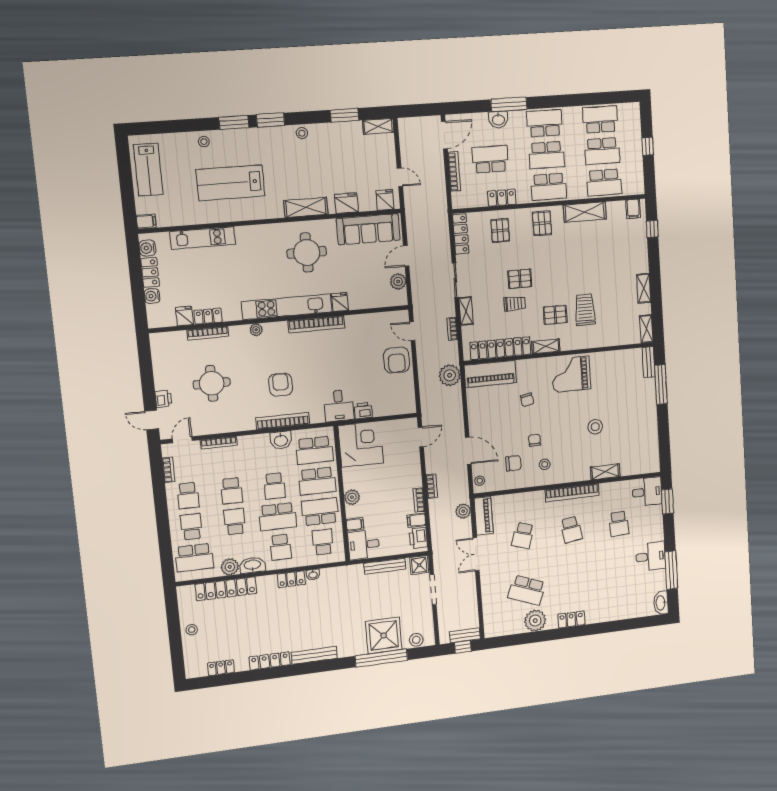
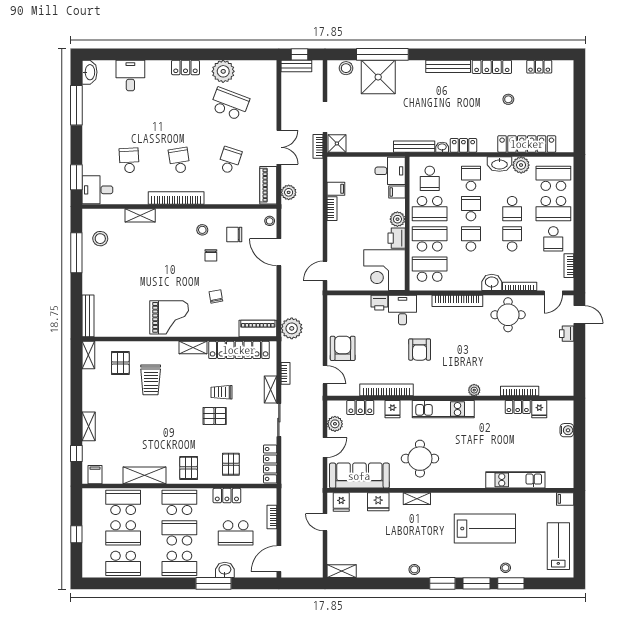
window: (344, 115) -> (511, 583), moved
school desk: (602, 151) -> (123, 533), turned 180
bookcase: (454, 172) -> (272, 517), width x0.64
shelving: (306, 207) -> (417, 499), width x0.67, depth x0.75
water cooler: (148, 248) -> (566, 475), removed
locker: (150, 272) -> (360, 407), moved, turned -90
shelving: (644, 288) -> (89, 426), moved
kitchen unit: (287, 307) -> (443, 409), width x0.73
pallet: (555, 315) -> (120, 363), moved, turned 90
bookcase: (316, 324) -> (386, 390), moved
bench: (649, 362) -> (88, 316), width x1.36
piano: (490, 374) -> (258, 328), width x0.73, depth x0.75
round table: (212, 383) -> (508, 315), moved
window: (661, 384) -> (76, 253), moved
armchair: (281, 385) -> (420, 350), moved
stool: (595, 427) -> (100, 239), moved
washbasin: (281, 440) -> (492, 282), moved
bookcase: (432, 486) -> (318, 146), moved
school desk: (188, 496) -> (553, 239), turned 180
school desk: (278, 517) -> (471, 209), width x0.54
school desk: (191, 527) -> (553, 209), width x1.85
printer: (418, 538) -> (397, 238), moved, turned 180
desk: (651, 556) -> (130, 76), moved, turned 90
bench: (385, 566) -> (414, 147), moved
stool: (192, 630) -> (508, 99), moved

